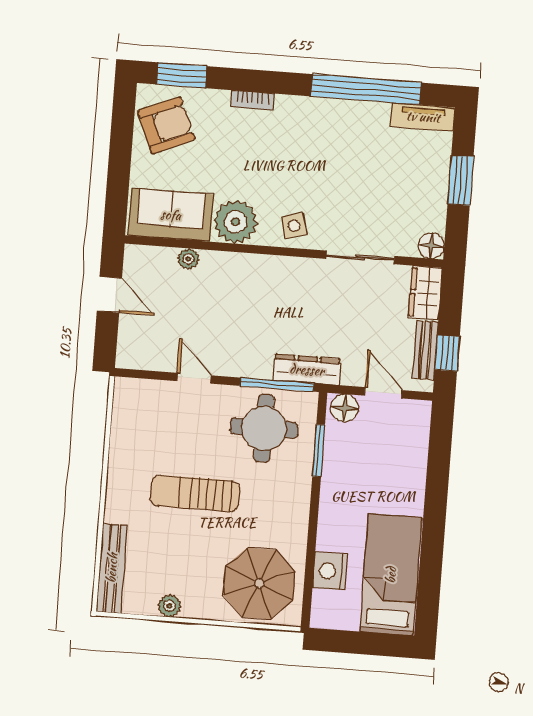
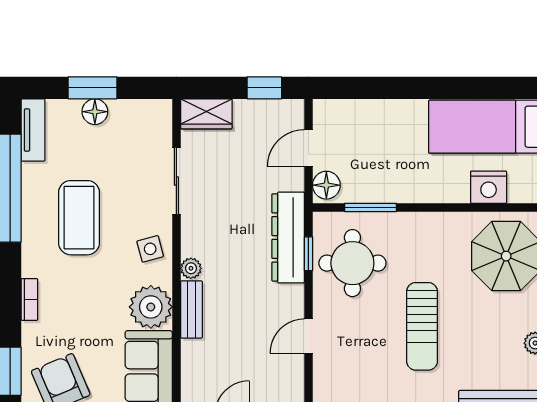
coffee table: (331, 157) -> (79, 218), added
floor lamp: (431, 246) -> (95, 112), moved
plant: (188, 259) -> (191, 268), moved
bench: (425, 350) -> (191, 309), moved, turned 90
dresser: (307, 370) -> (288, 237), width x1.37, depth x1.24
window: (277, 385) -> (308, 254), width x0.46

